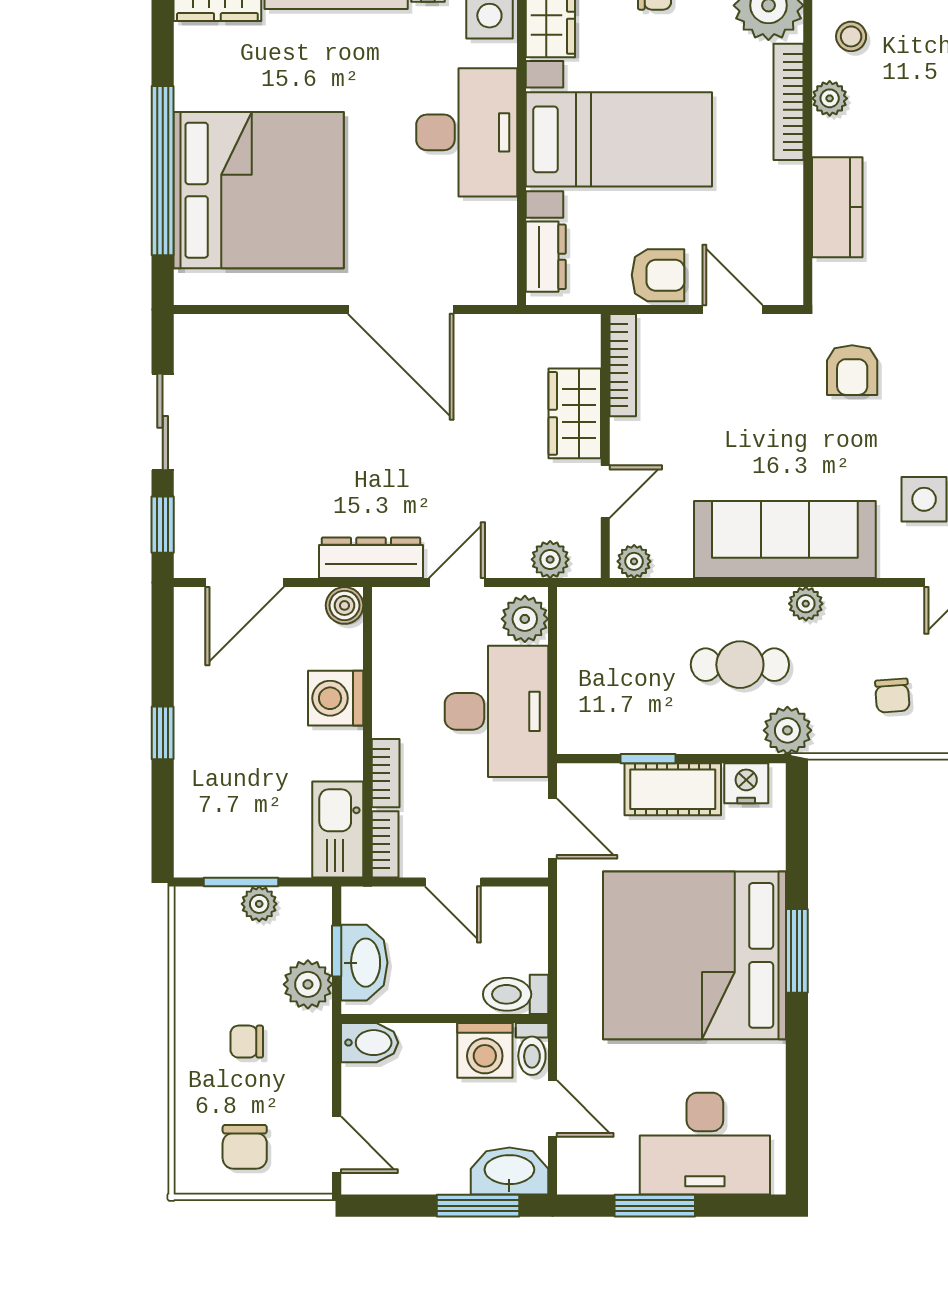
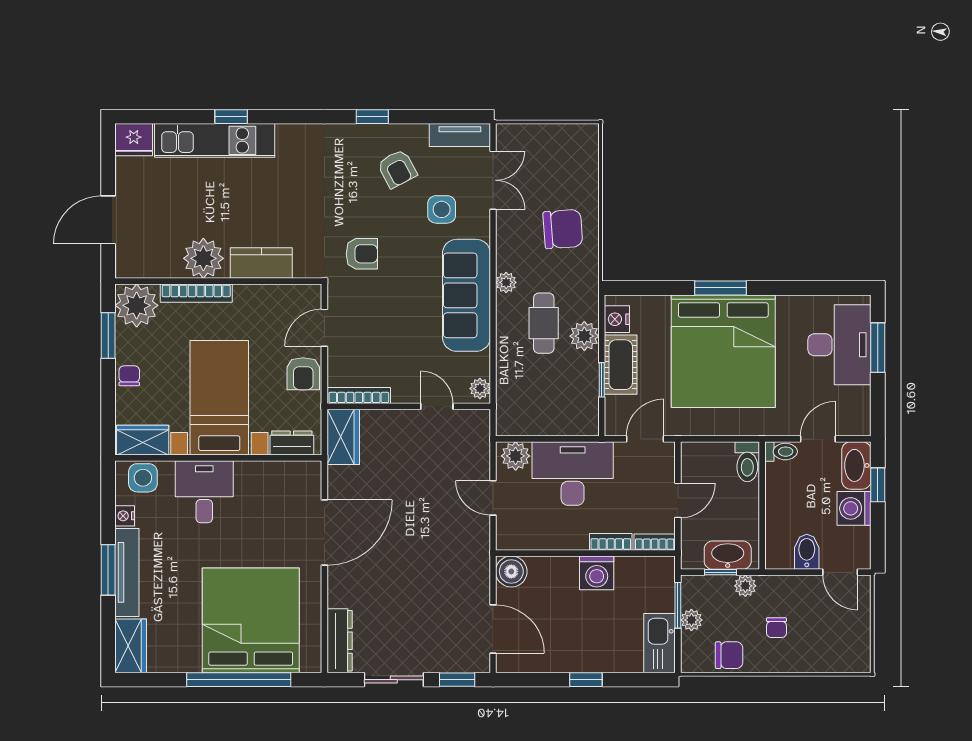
stool: (851, 36) -> (156, 254), removed
plant: (830, 98) -> (203, 258), width x1.88, depth x1.88
desk: (467, 132) -> (204, 492), width x0.73
armchair: (658, 275) -> (303, 374), turned 180
wardrobe: (575, 413) -> (343, 437), moved, turned -90
dresser: (371, 558) -> (340, 641), moved, turned 180
plant: (550, 559) -> (479, 440), removed
boiler: (344, 605) -> (511, 571), width x1.36, depth x1.36
chair: (892, 696) -> (563, 229), width x1.87, depth x1.87
washing machine: (336, 698) -> (597, 573), moved
plant: (787, 730) -> (584, 336), moved
kitchen sink: (338, 829) -> (660, 643), moved, turned 90
window: (241, 882) -> (678, 605), moved
plant: (308, 984) -> (745, 586), width x0.73, depth x0.73
bidet: (370, 1043) -> (807, 552), moved
washing machine: (485, 1050) -> (854, 508), moved, turned 180
door: (337, 1145) -> (840, 572), swing flipped
chair: (245, 1147) -> (729, 655), moved
window: (478, 1206) -> (878, 485), width x0.67
window: (655, 1206) -> (878, 348), moved

